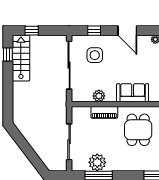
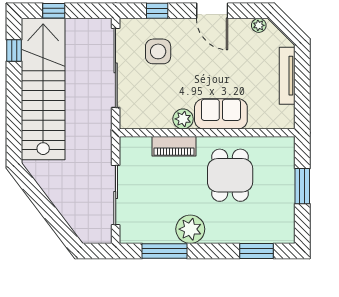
stairs: (21, 58) -> (43, 89), width x1.86, depth x1.51
plant: (99, 96) -> (183, 119), moved
plant: (97, 162) -> (190, 229), moved

